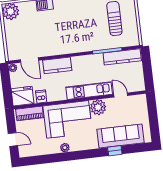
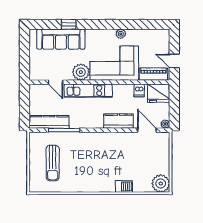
door: (13, 139) -> (174, 61), moved

